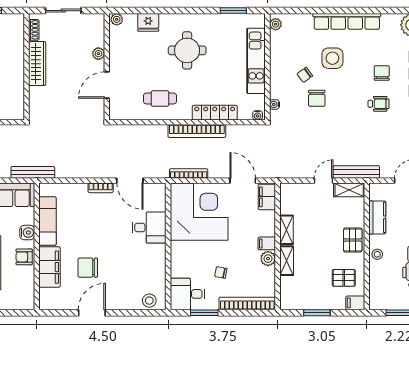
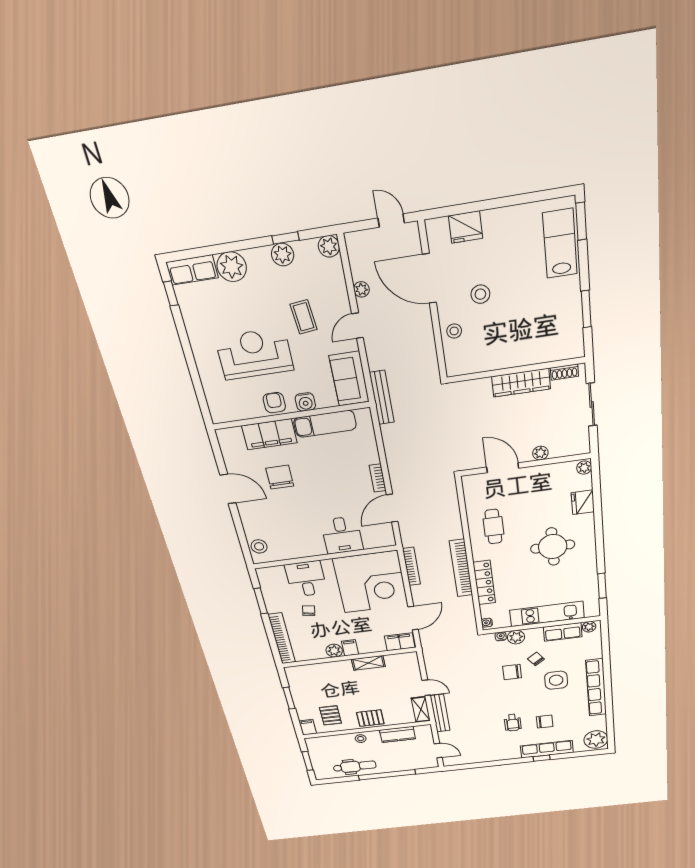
row of seats: (278, 48) -> (563, 632), added
plant: (277, 91) -> (516, 637), added
shelving: (287, 261) -> (336, 667), removed
desk: (188, 294) -> (306, 579), moved

